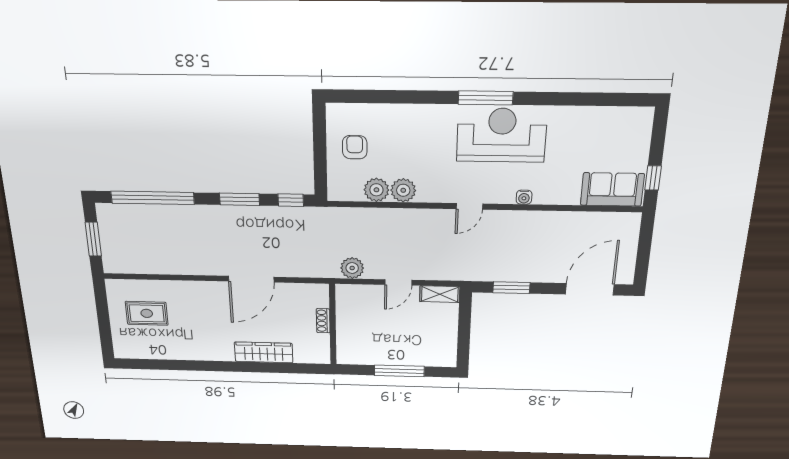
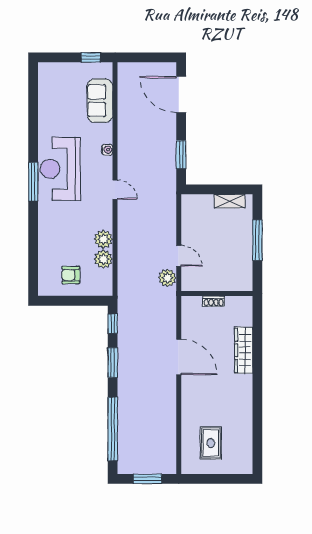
sofa: (612, 189) -> (100, 101), moved
door: (398, 282) -> (179, 256), moved
shelving: (440, 294) -> (230, 201), moved, turned 90

